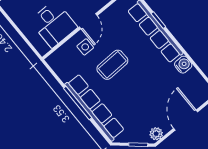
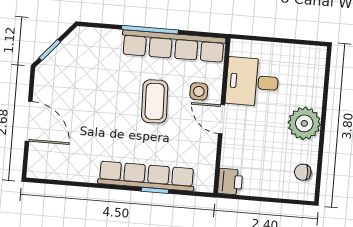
water cooler: (183, 65) -> (86, 172), removed
row of seats: (95, 107) -> (174, 46), moved
plant: (156, 134) -> (43, 78), removed

